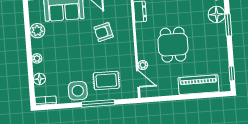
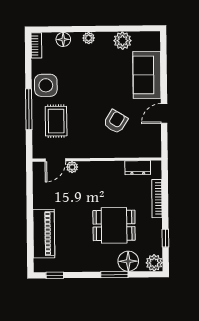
armchair: (104, 32) -> (116, 122), turned 46
dining table: (173, 45) -> (114, 225), moved

